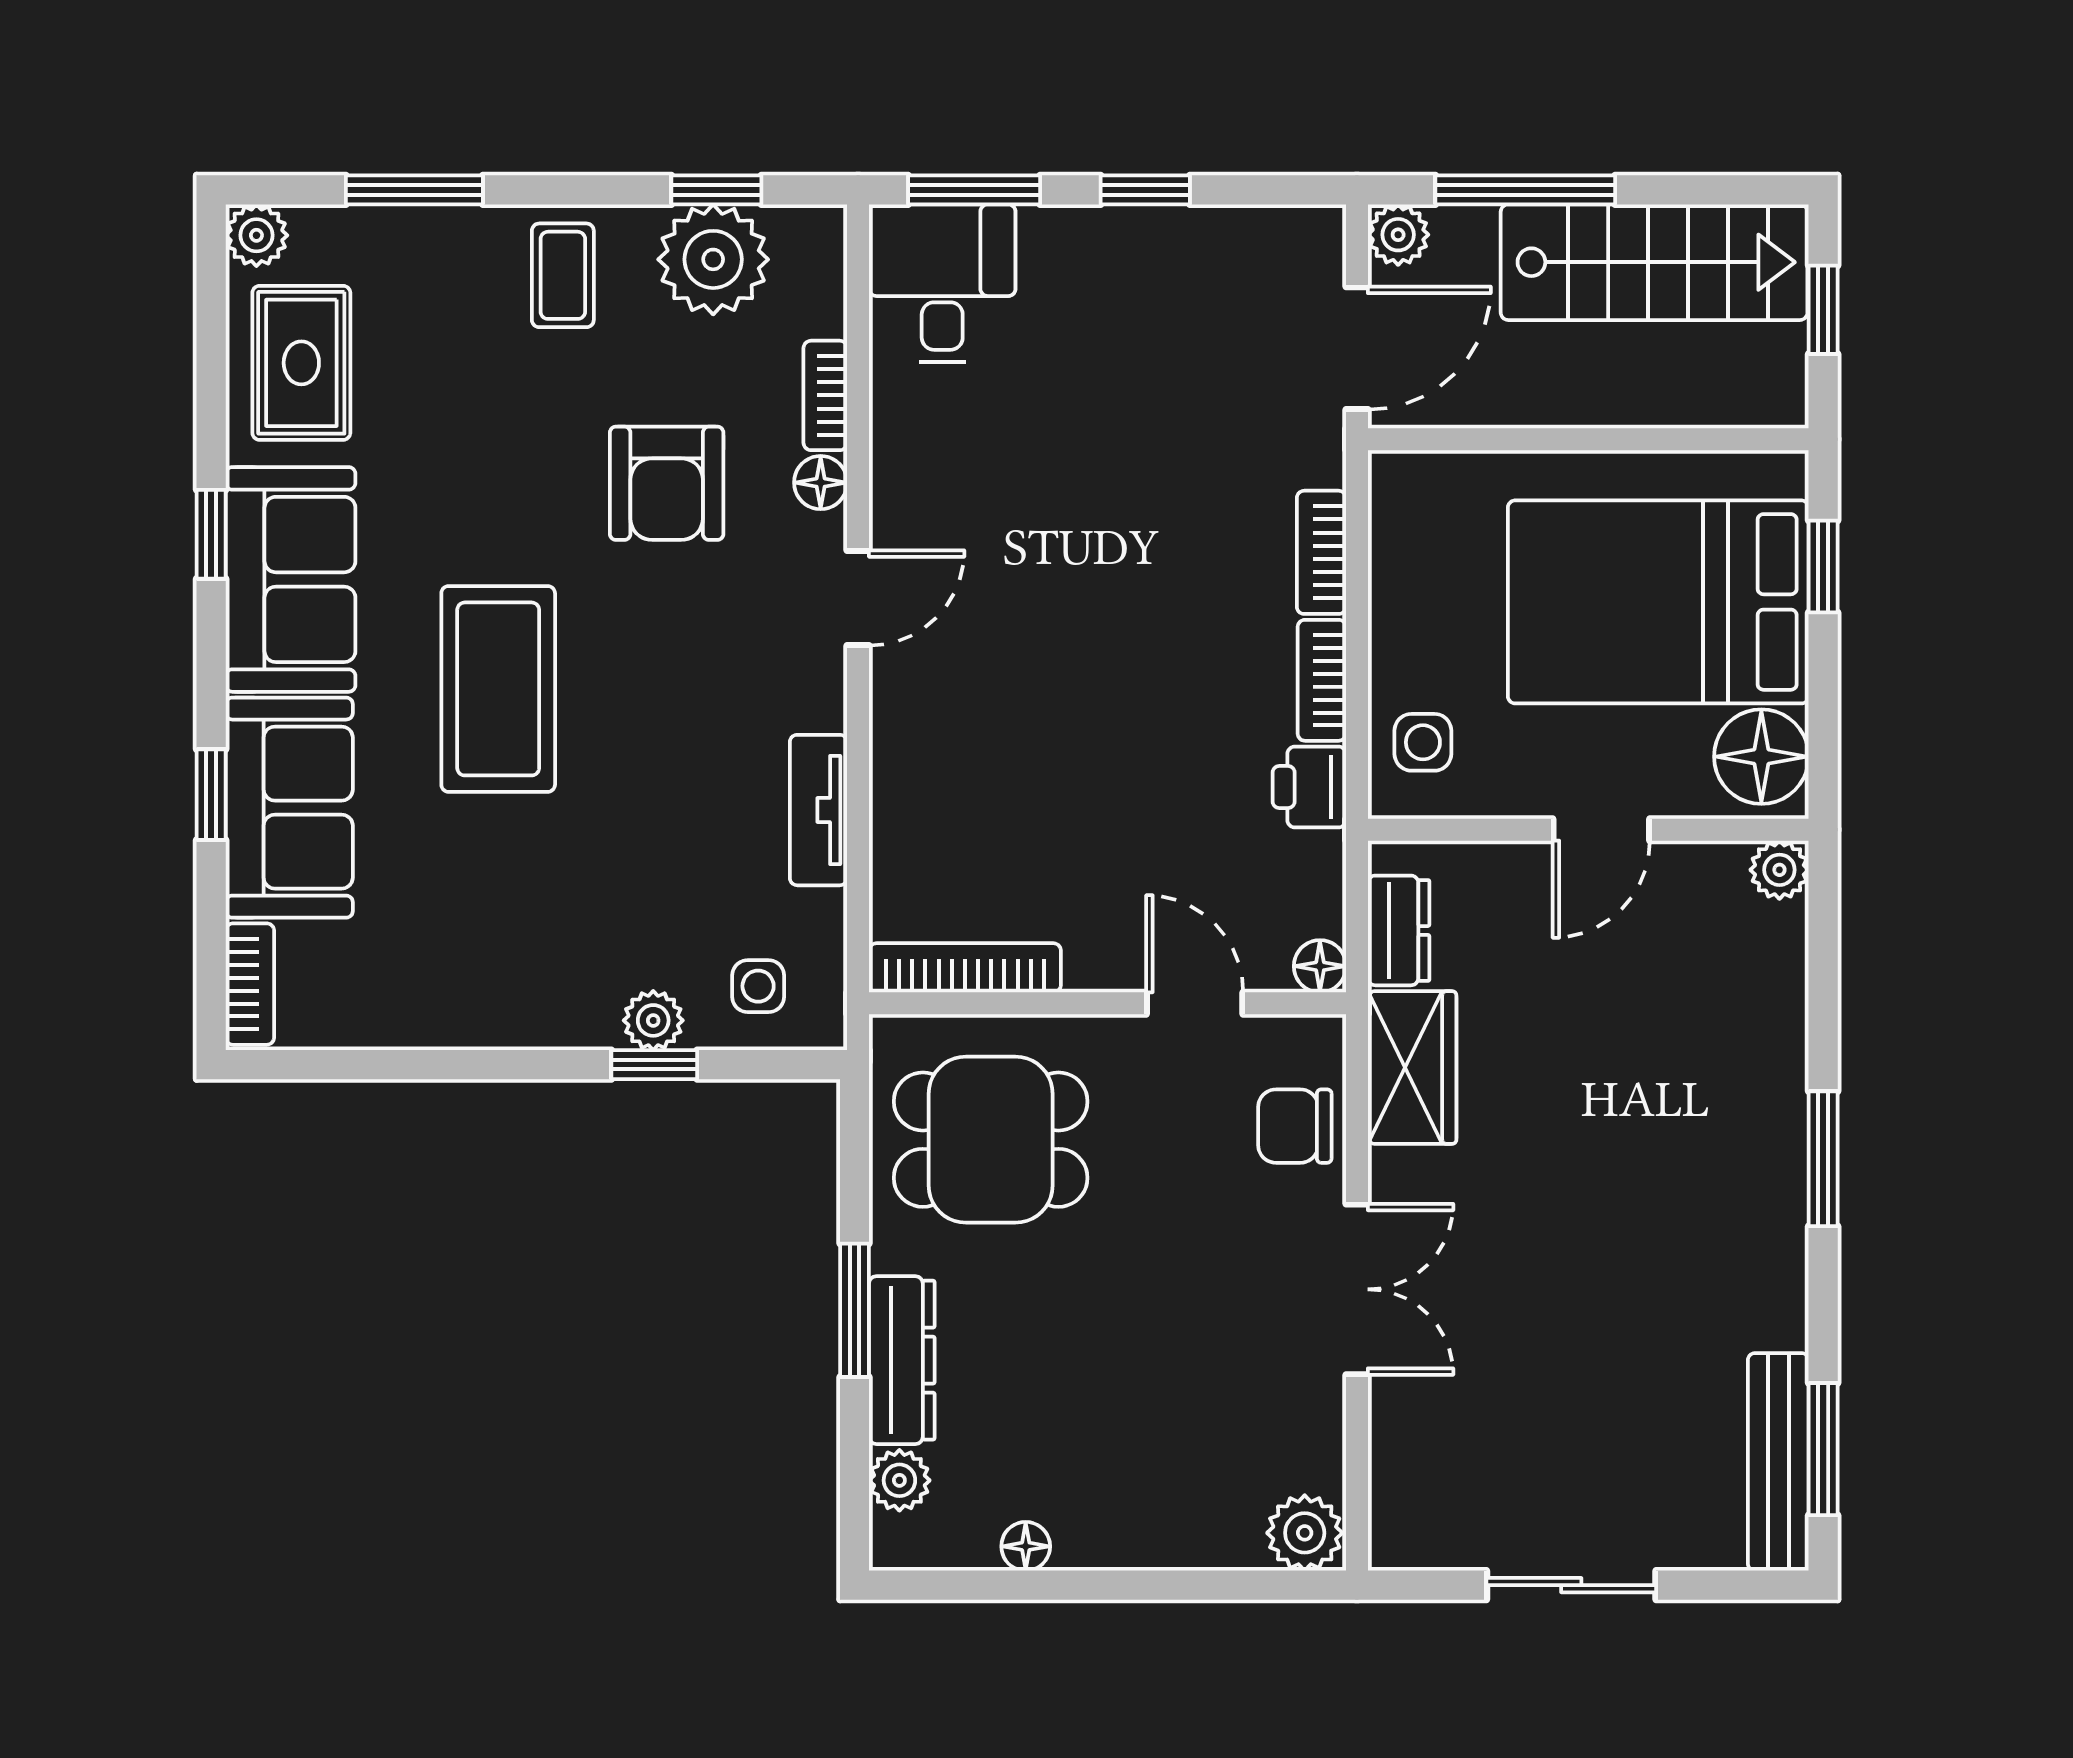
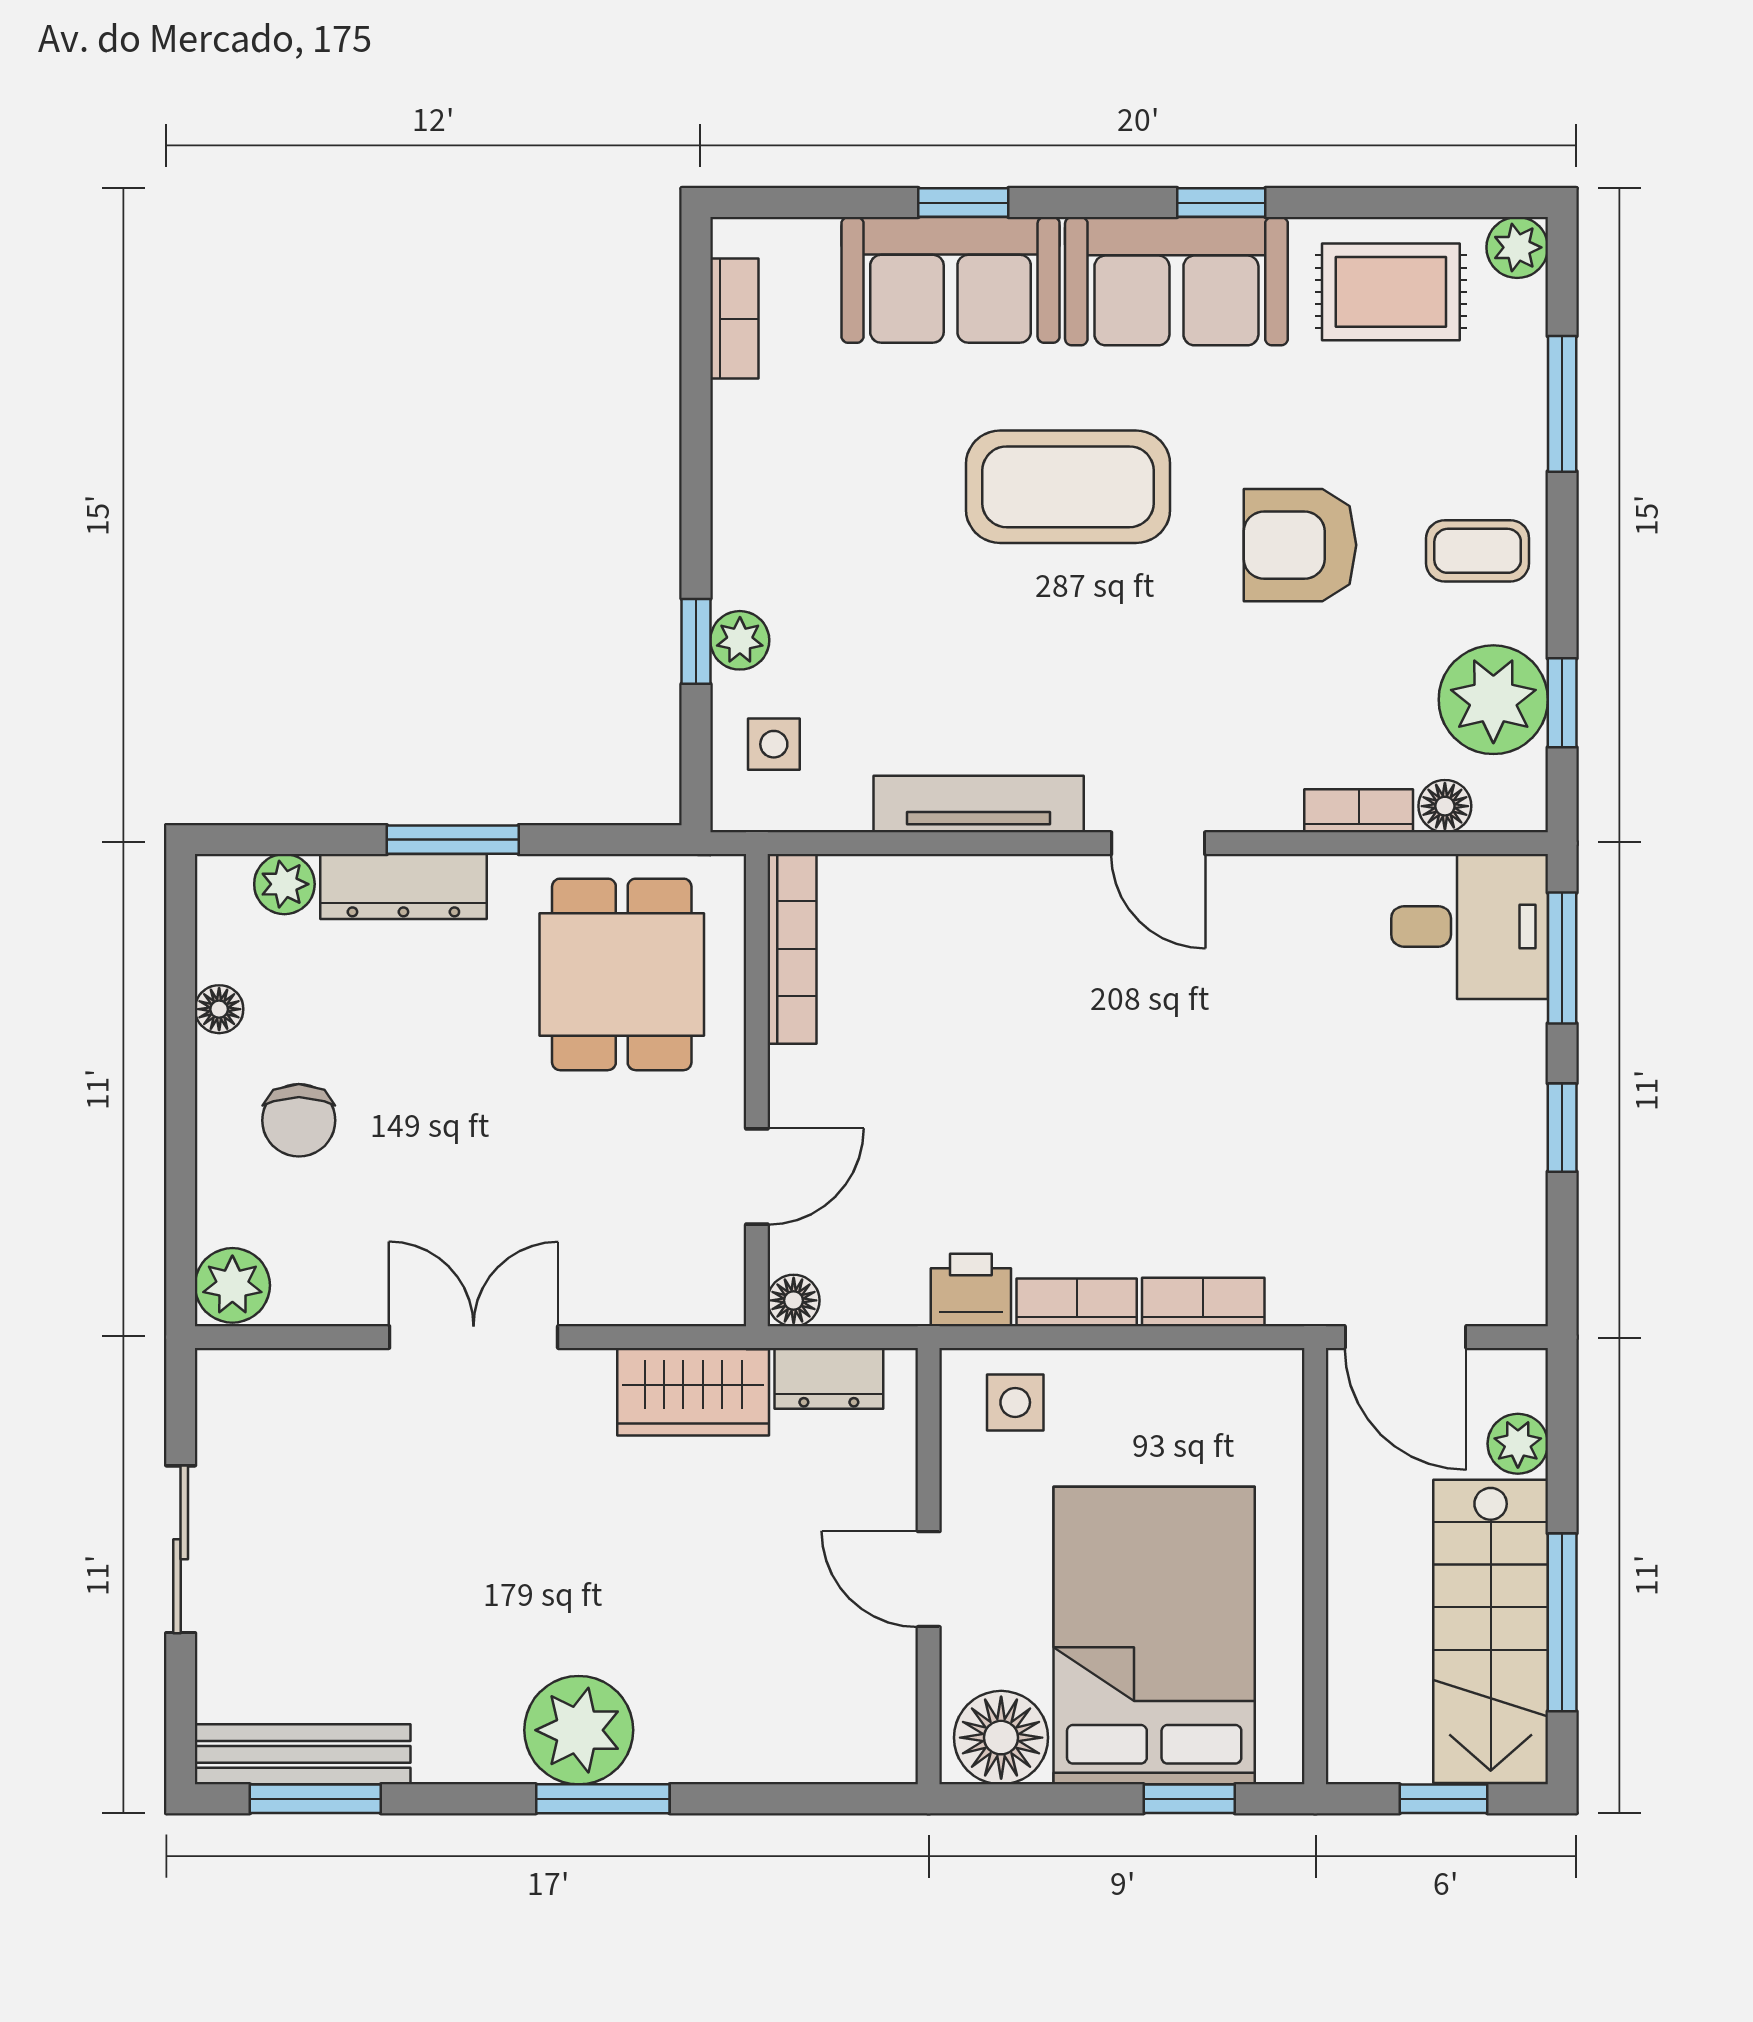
window: (1525, 190) -> (1562, 1622), moved
plant: (1398, 235) -> (1518, 1444), moved
armchair: (667, 483) -> (1300, 545), moved
floor lamp: (821, 483) -> (1445, 806), moved
tv unit: (819, 810) -> (979, 804), width x1.41
plant: (1779, 870) -> (579, 1730), moved, width x1.88, depth x1.88
bookcase: (250, 984) -> (734, 319), moved, turned -90
chair: (1295, 1126) -> (299, 1120), moved, turned 180
double door: (1357, 1289) -> (474, 1337), swing flipped

